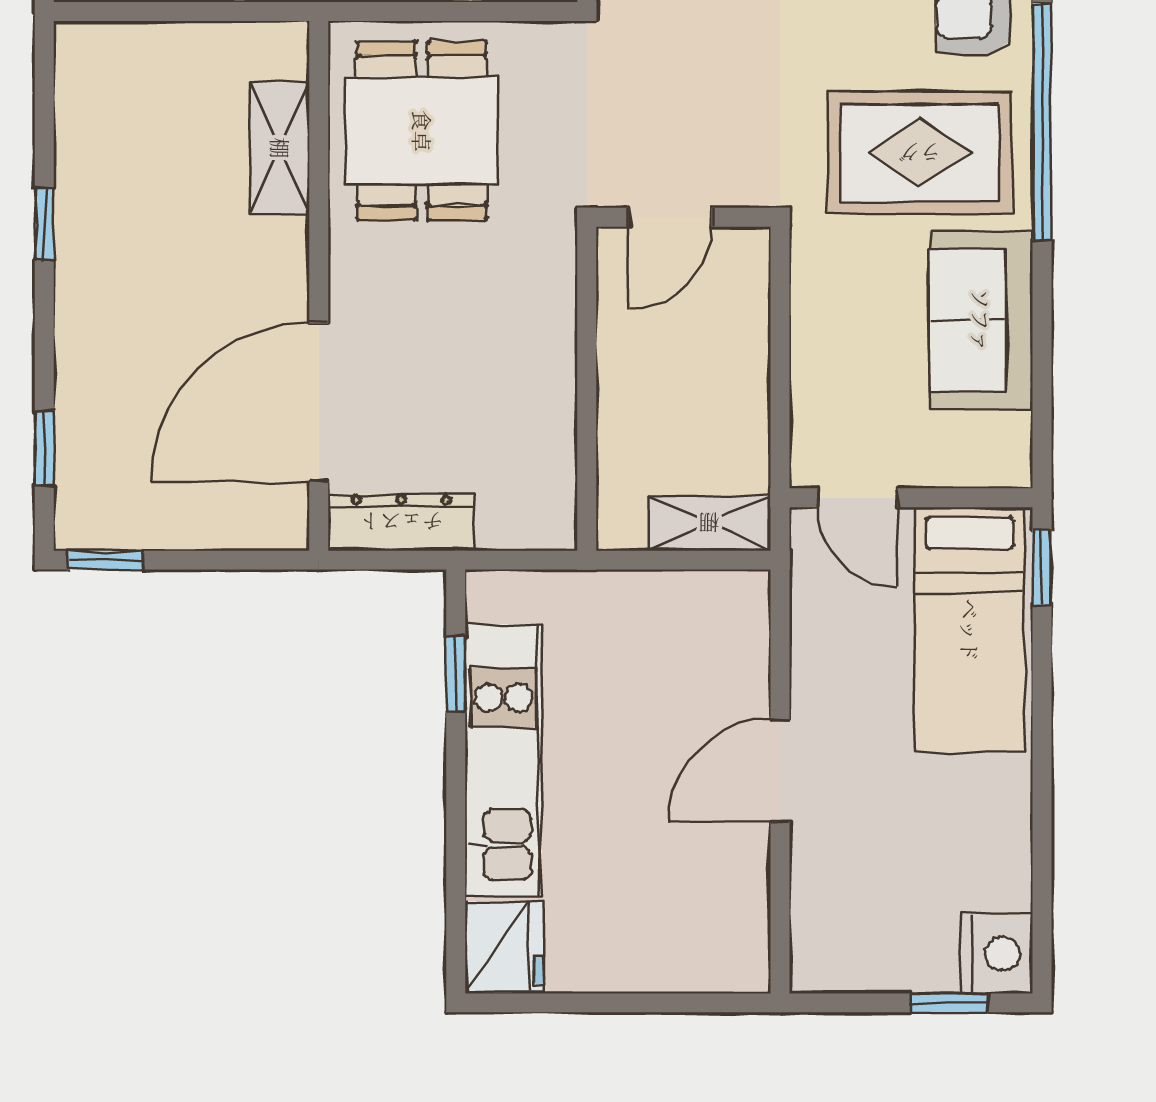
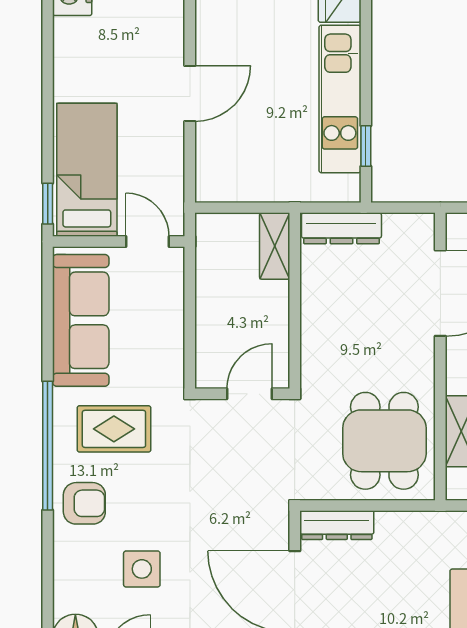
rug: (920, 153) -> (114, 429), width x0.73, depth x0.70
sofa: (981, 320) -> (81, 320), width x1.36
dresser: (401, 522) -> (341, 228), moved
shelving: (709, 523) -> (275, 246), moved, turned 90

